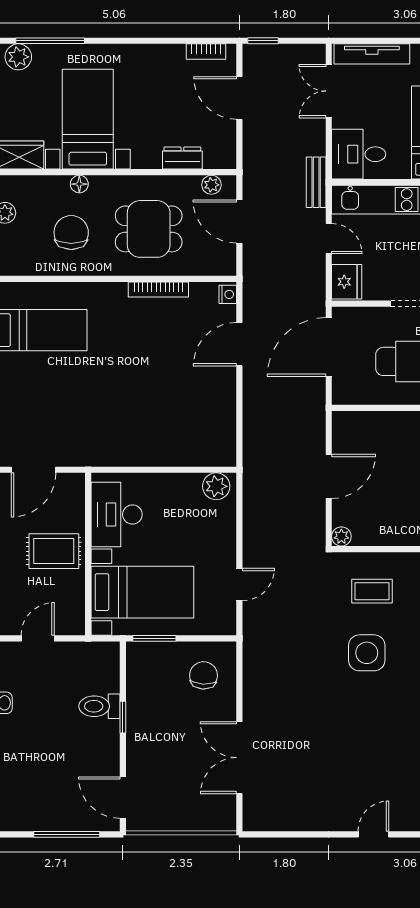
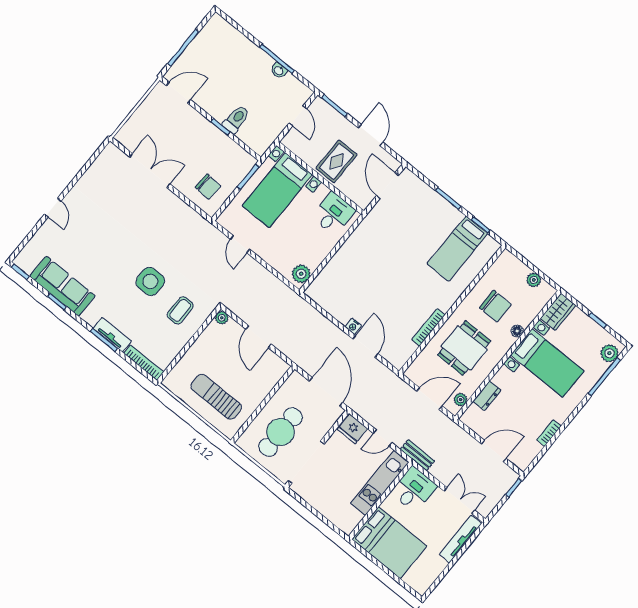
bookcase: (206, 52) -> (549, 433), moved
nightstand: (228, 294) -> (353, 326), moved
desk: (117, 514) -> (333, 214), width x0.73

